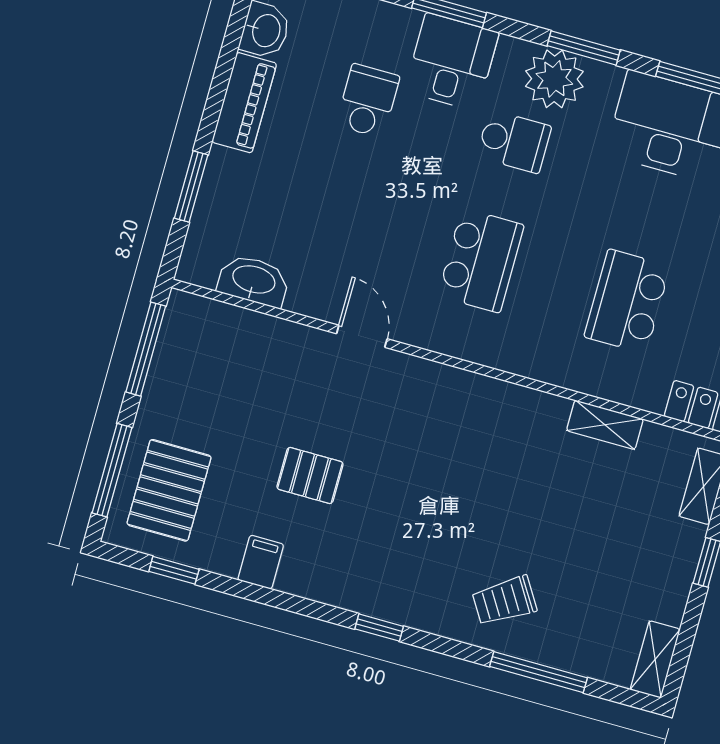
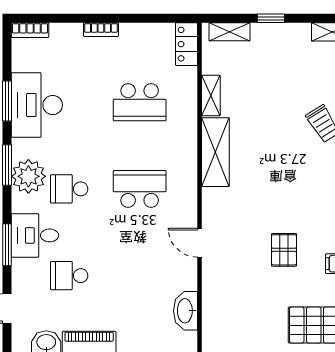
school desk: (514, 142) -> (69, 189), turned -90
door: (362, 336) -> (199, 243), hinge flipped
shelving: (507, 406) -> (215, 152), added

